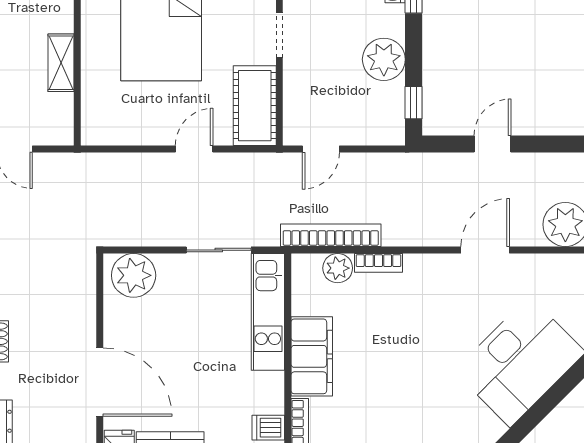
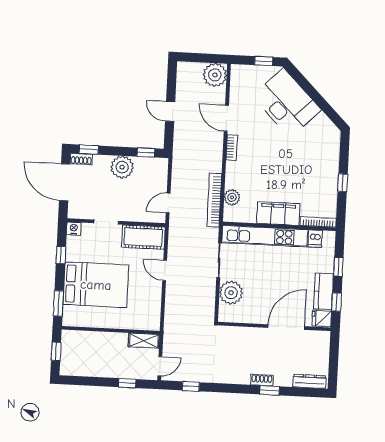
shelving: (61, 63) -> (144, 341), moved
door: (321, 149) -> (168, 203), swing flipped
bookcase: (378, 263) -> (232, 147), moved
plant: (134, 275) -> (231, 293), moved
kitchen unit: (268, 312) -> (265, 236), width x1.36

